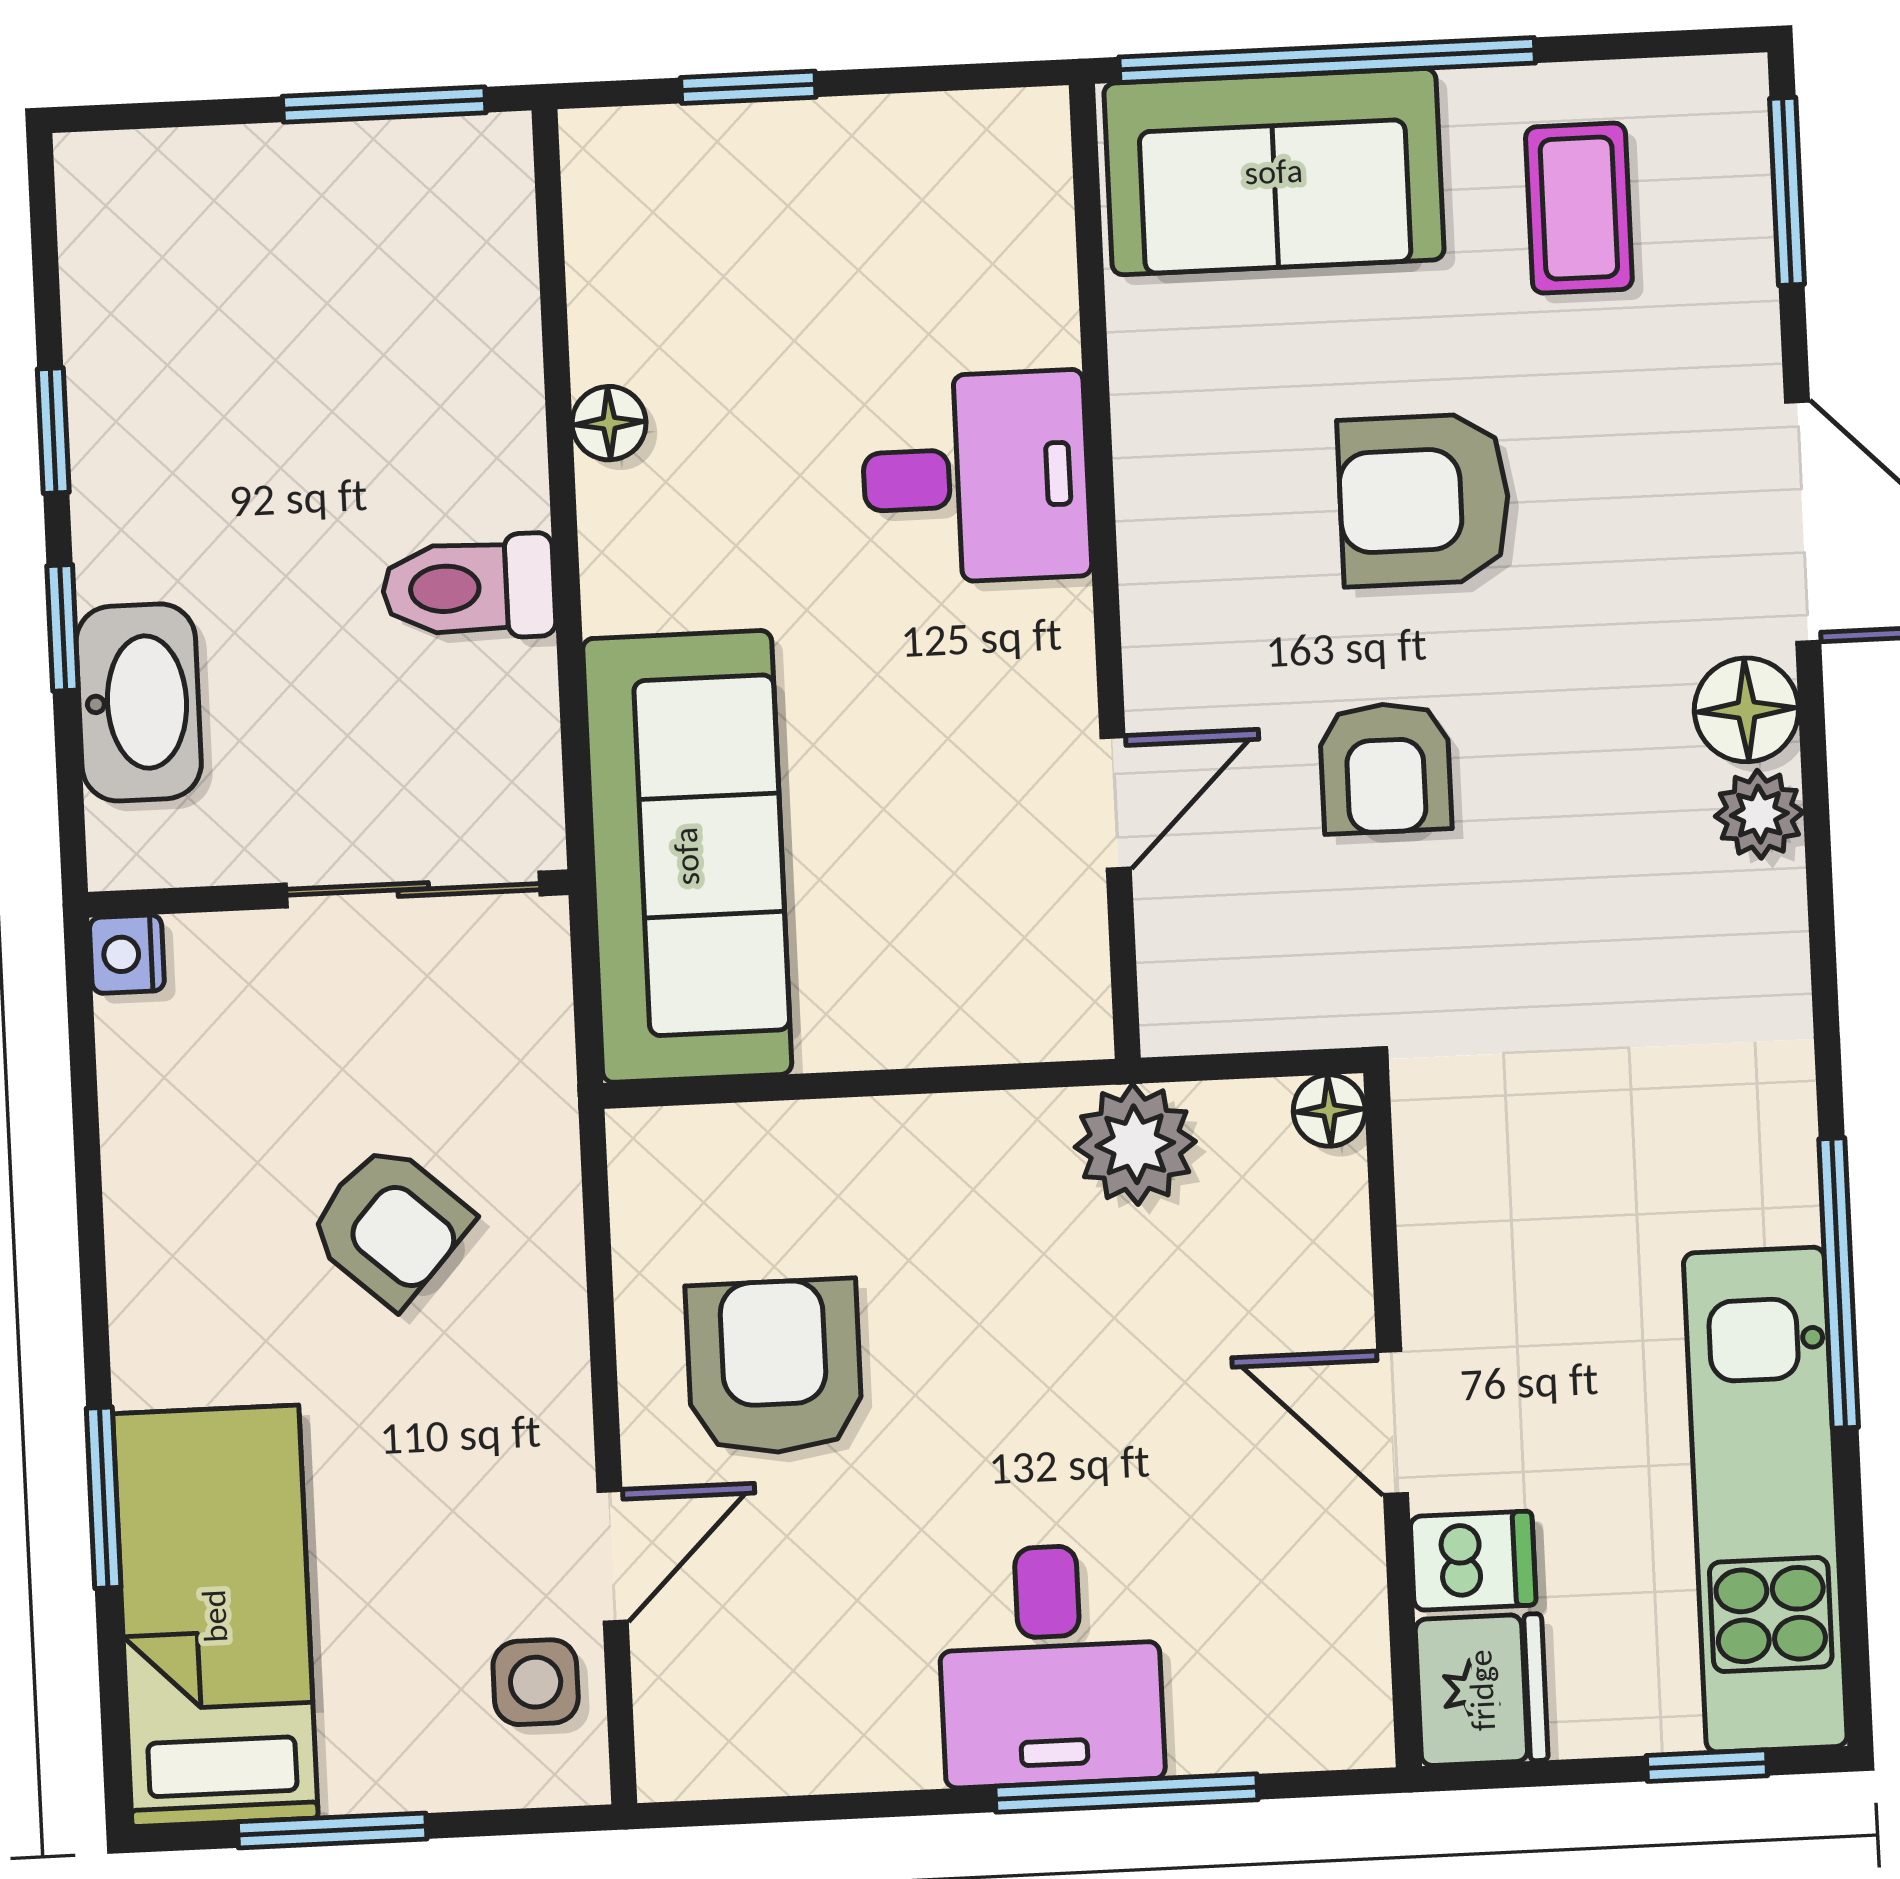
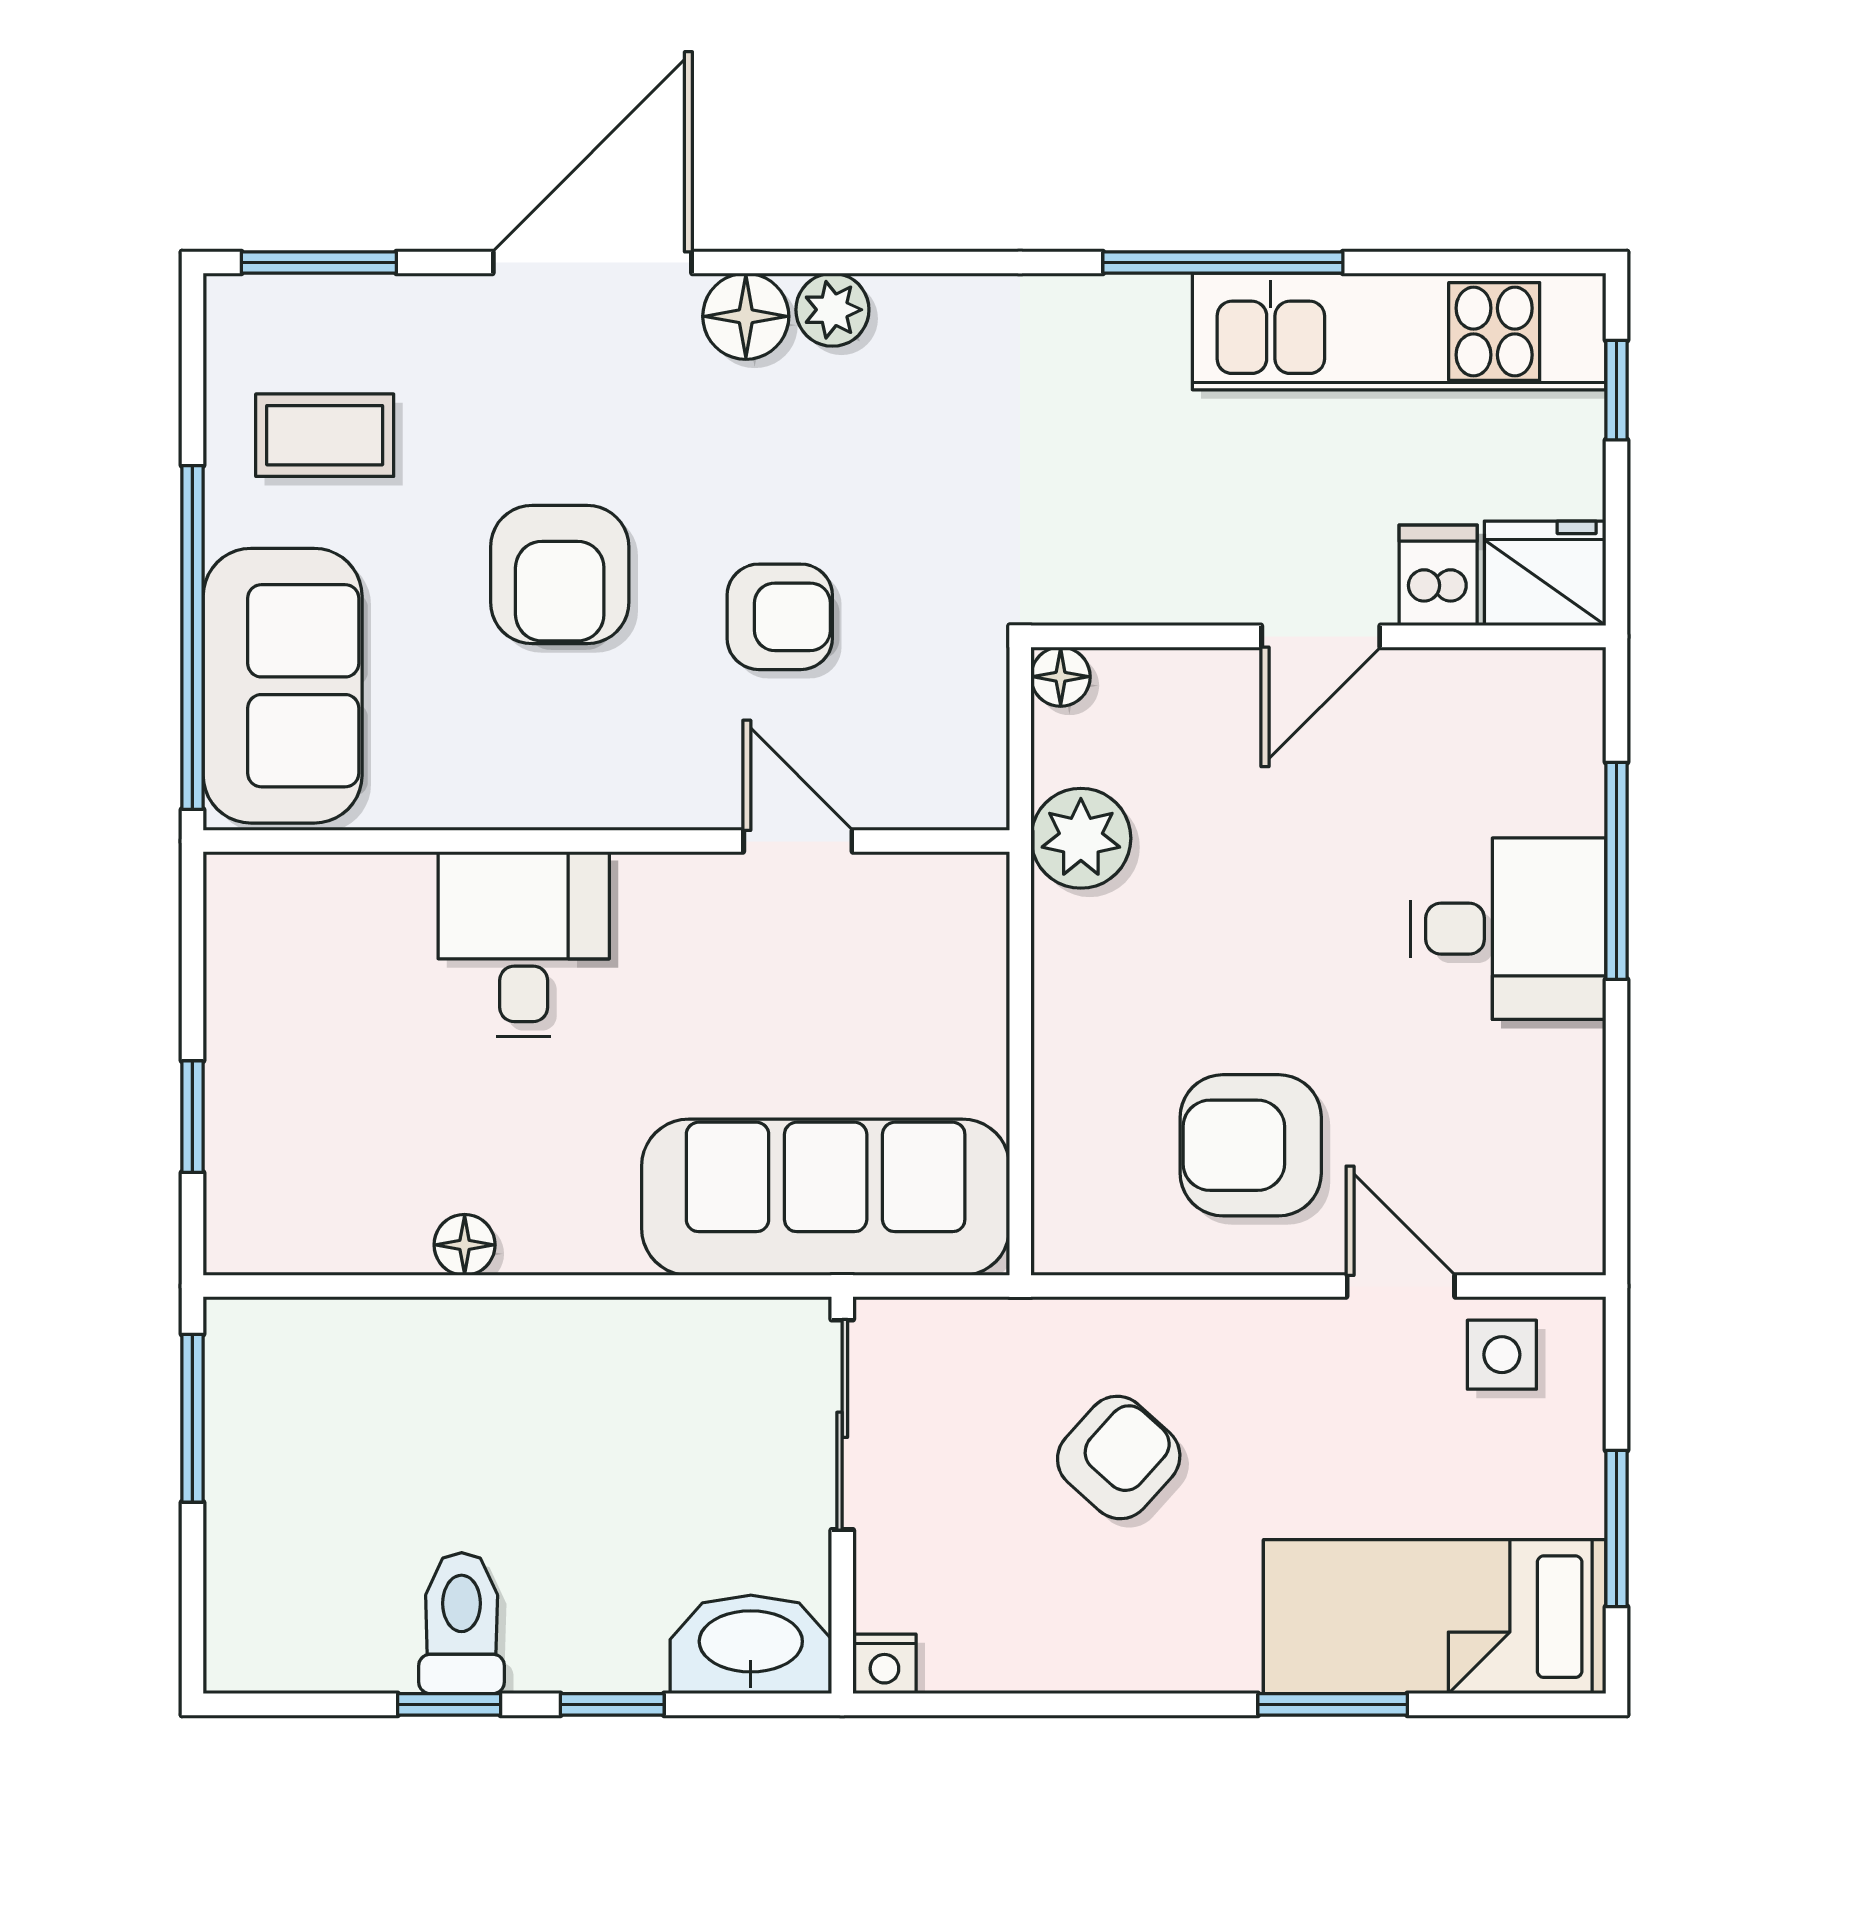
toilet: (469, 588) -> (462, 1623), moved, turned 180
washbasin: (139, 702) -> (751, 1644), moved

